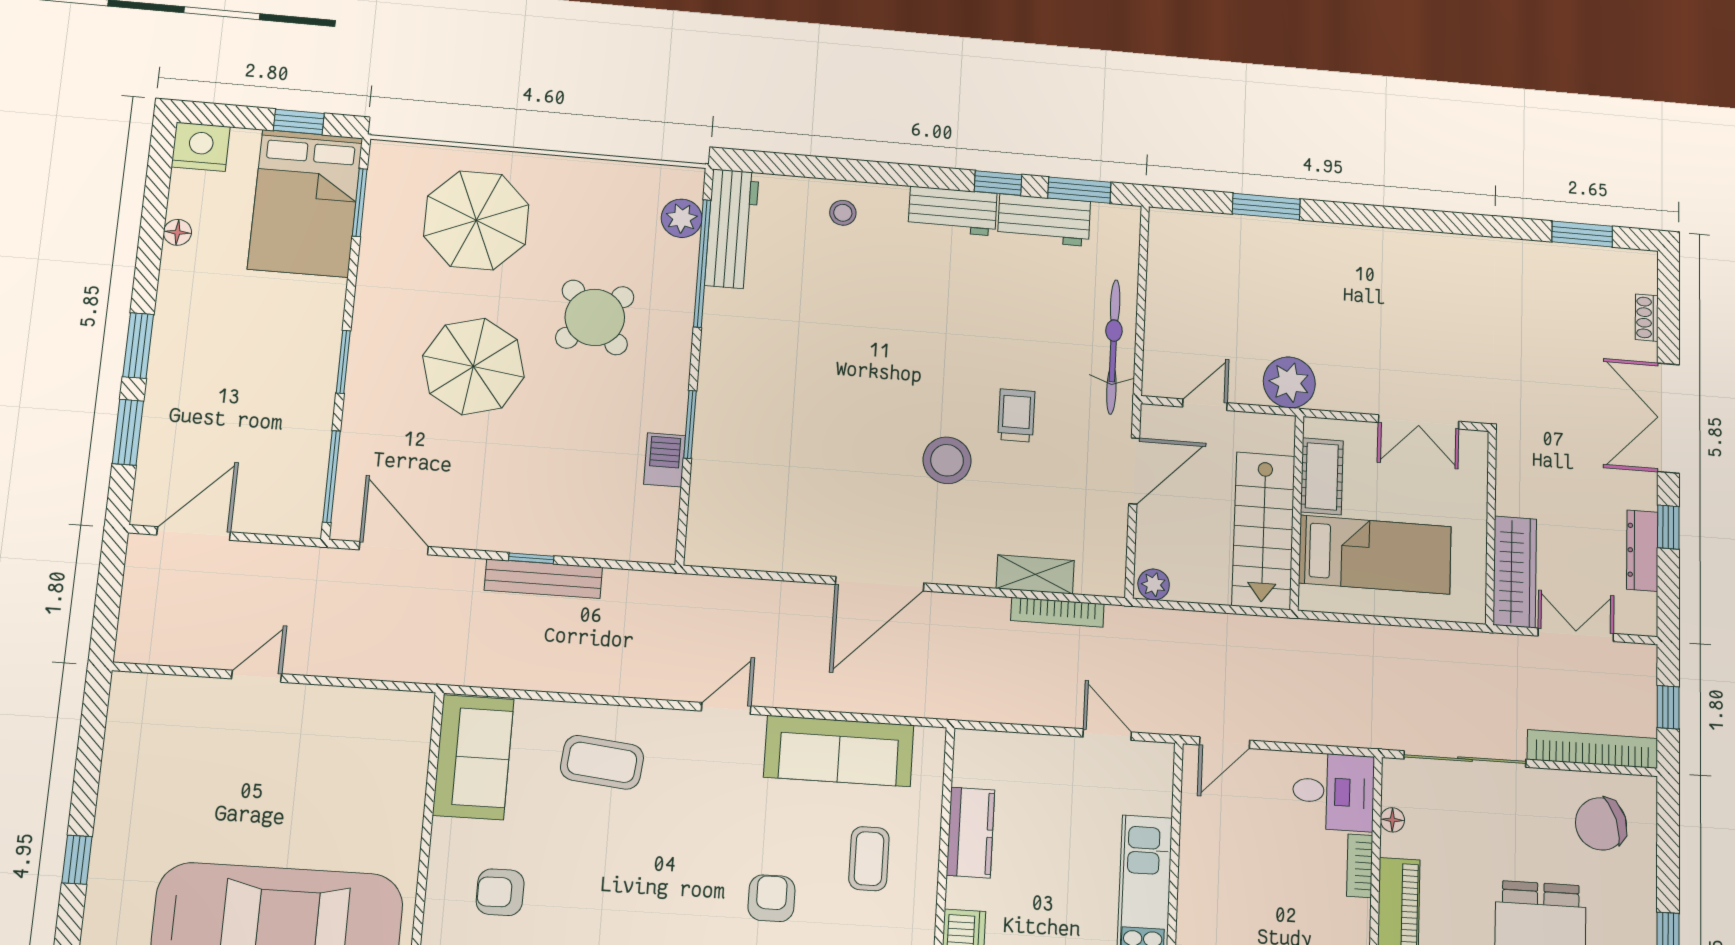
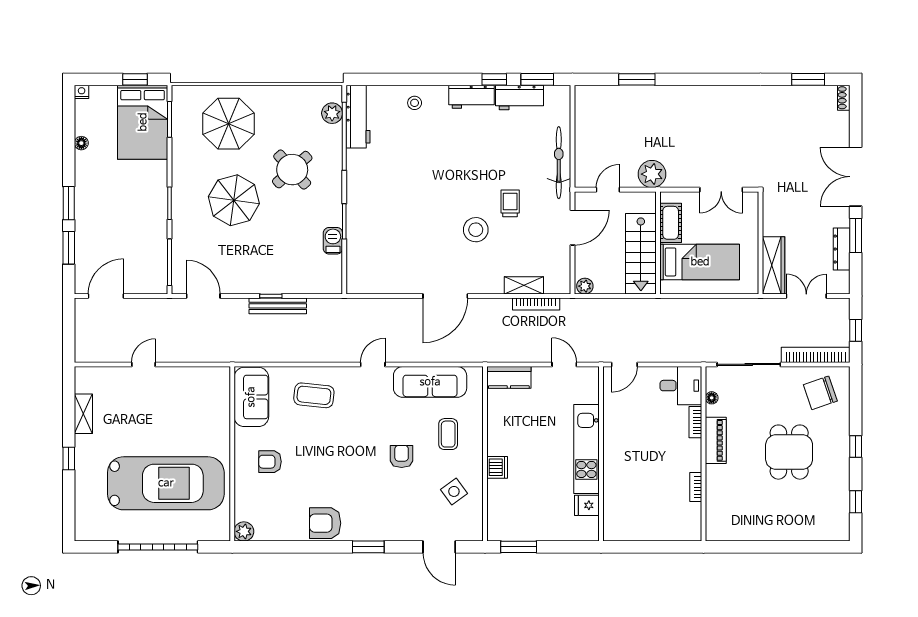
nightstand: (201, 147) -> (82, 92), width x0.53, depth x0.56
shoe rack: (1647, 318) -> (844, 98), moved
window: (1668, 527) -> (856, 235), width x1.50
shelving: (119, 768) -> (83, 414), added
kitchen counter: (971, 833) -> (509, 377), moved, turned 90

